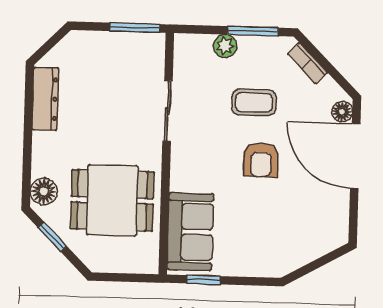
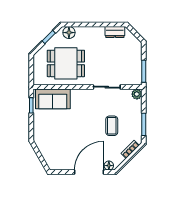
plant: (225, 46) -> (137, 94), moved
dresser: (45, 99) -> (115, 32), width x0.70
armchair: (261, 160) -> (86, 130), removed
dining table: (112, 200) -> (66, 63), turned 90

